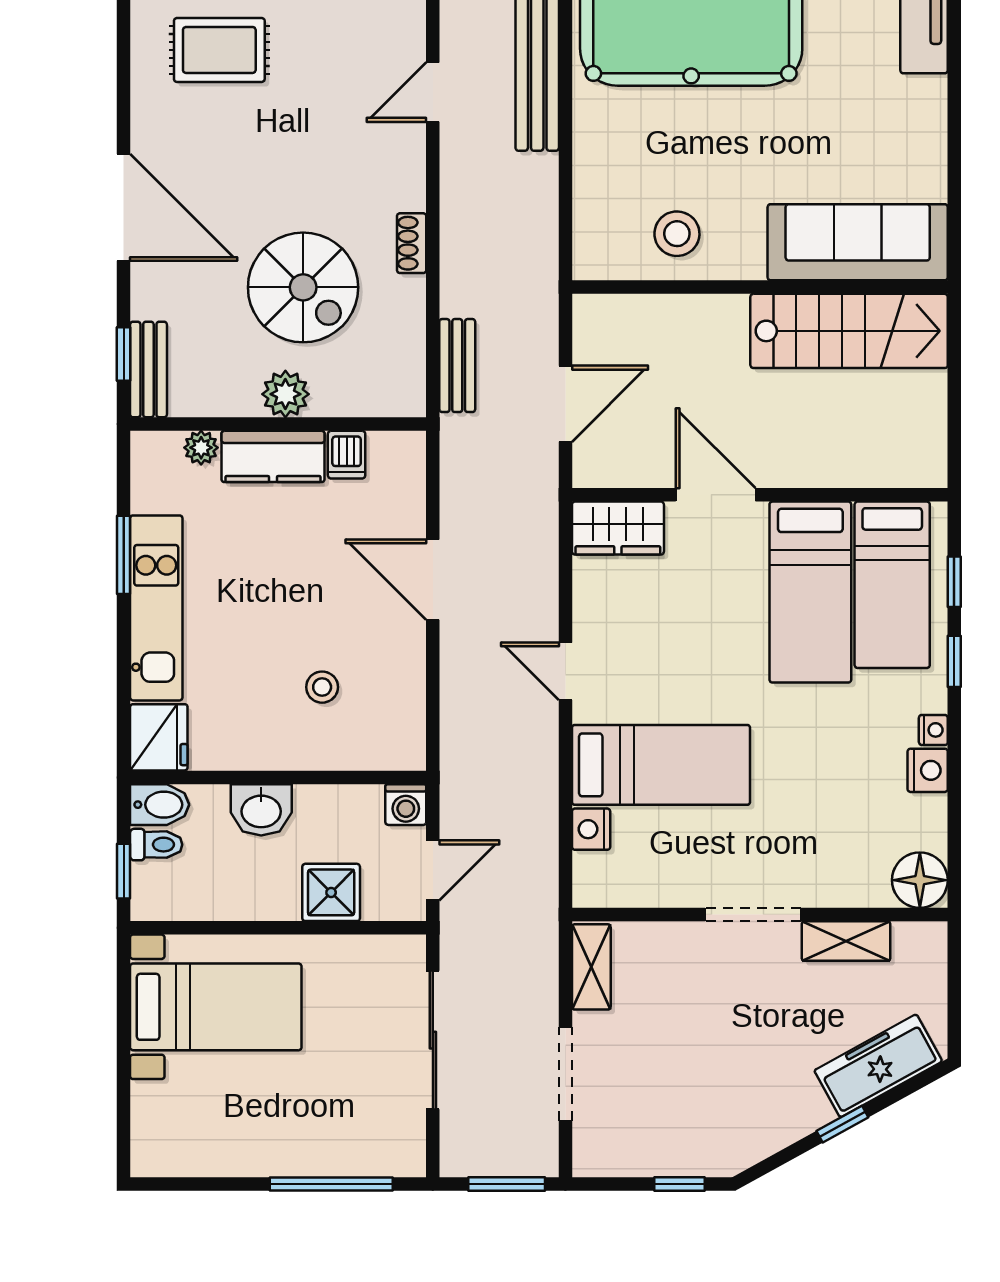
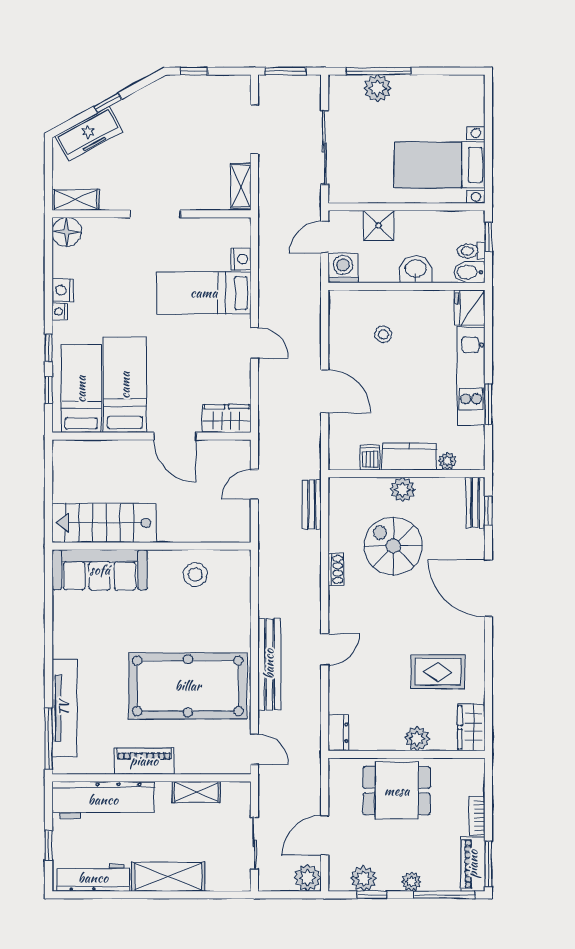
door: (565, 404) -> (254, 484), width x0.73
washing machine: (406, 805) -> (343, 268), width x1.38, depth x1.38
shelving: (846, 941) -> (75, 200), moved
plant: (333, 1152) -> (378, 88), added

